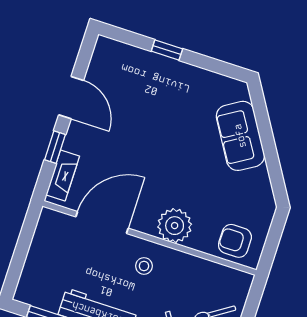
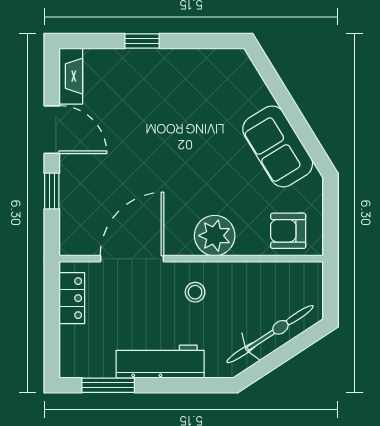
sofa: (240, 136) -> (278, 146), moved
fireplace: (63, 175) -> (71, 76), moved
locker: (43, 239) -> (72, 298), added

